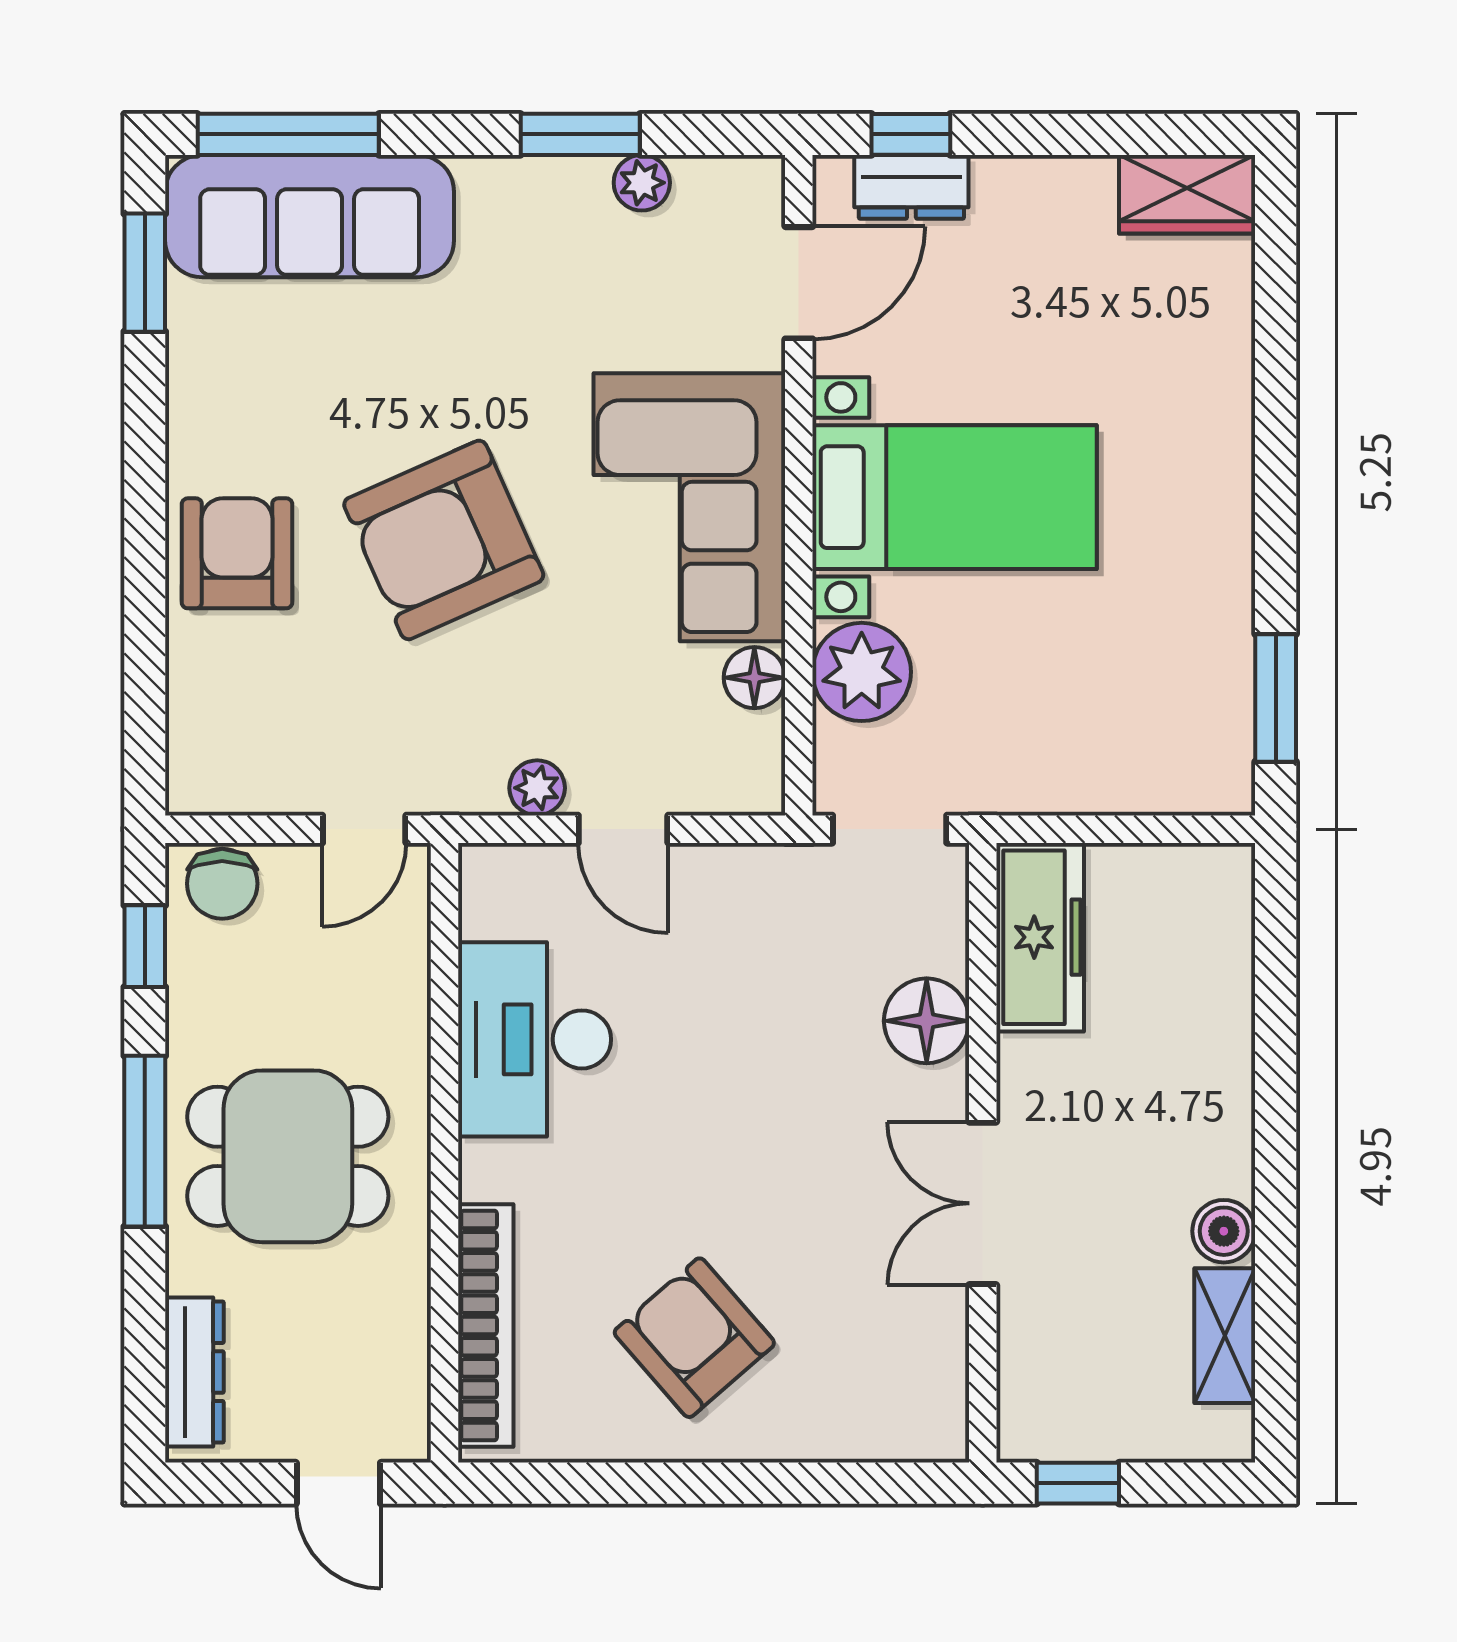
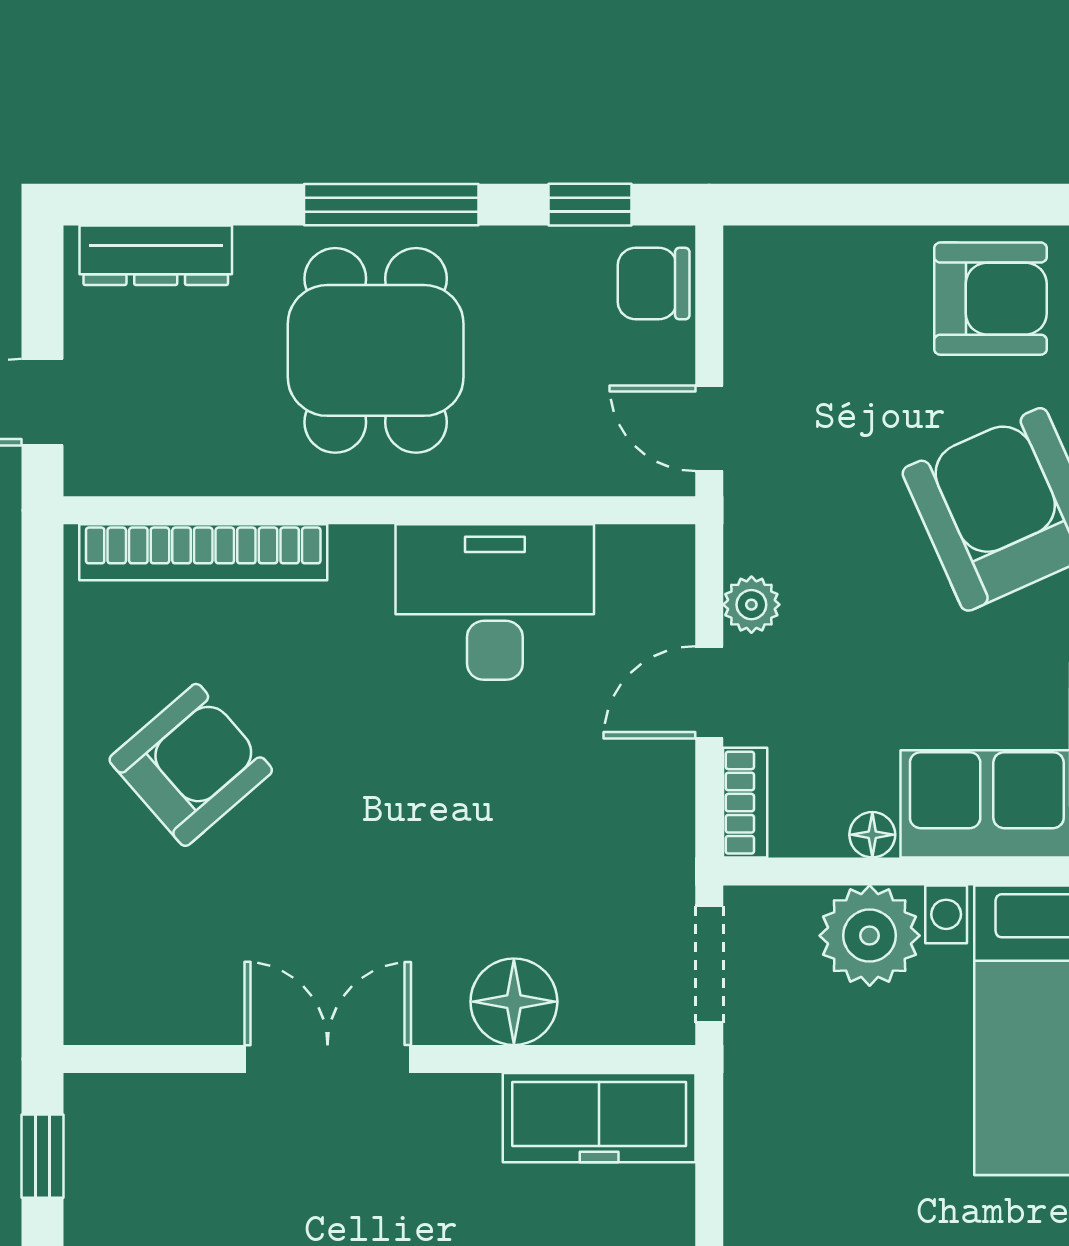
floor lamp: (754, 678) -> (872, 835), width x0.73, depth x0.73
bookcase: (731, 794) -> (745, 803), added

